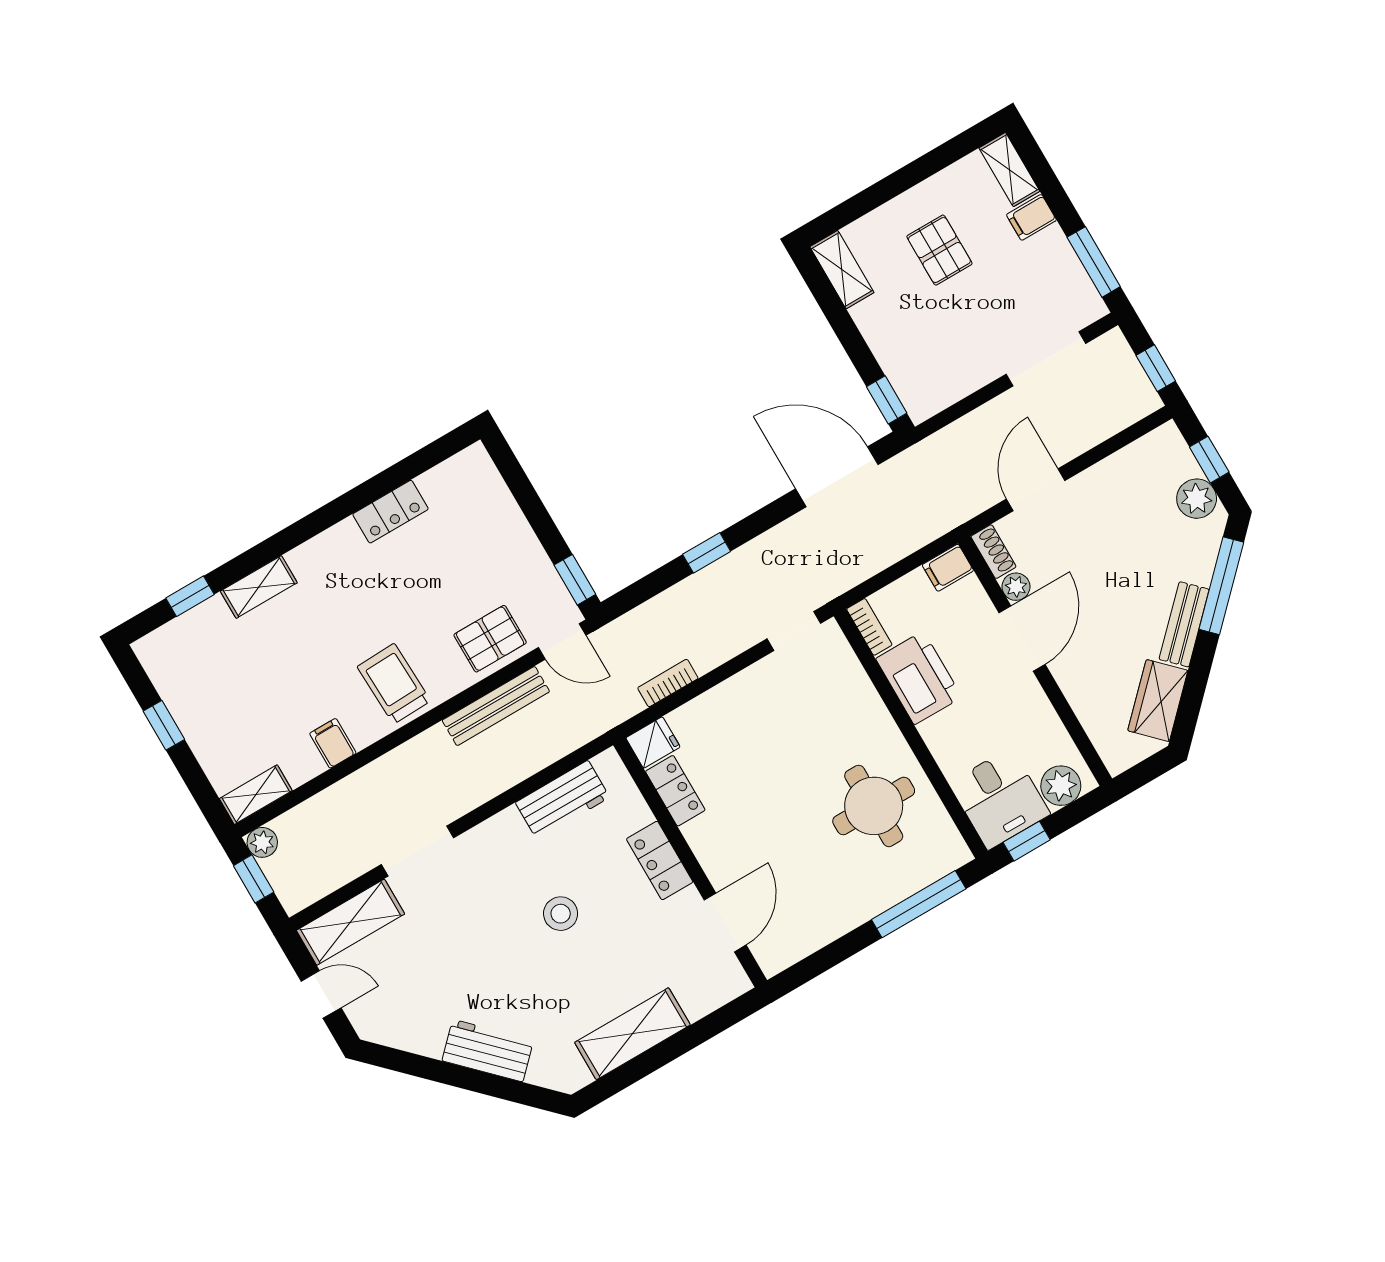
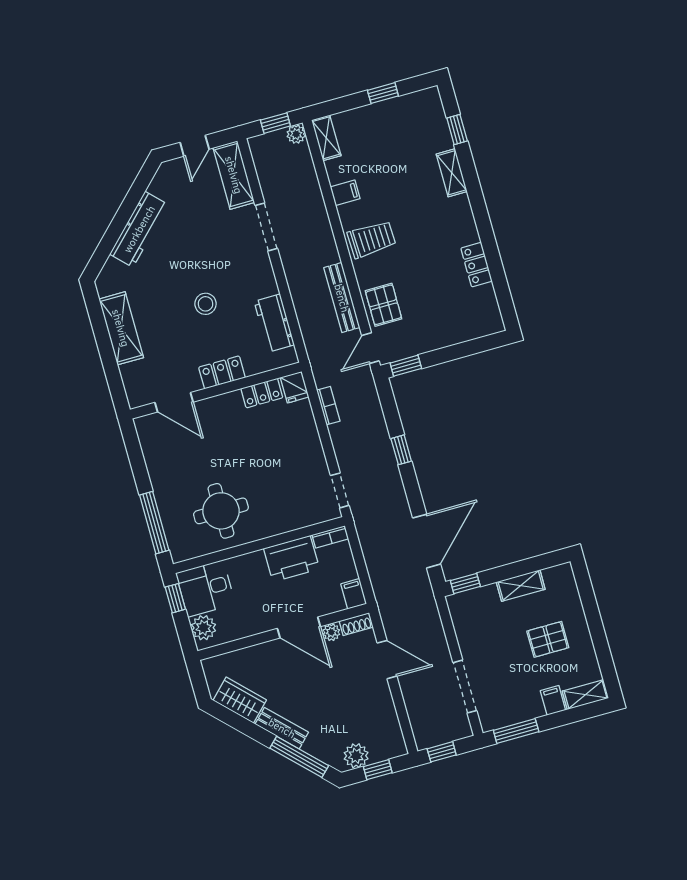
shelving: (842, 270) -> (521, 586), moved
workbench: (488, 1051) -> (139, 229), width x1.38

